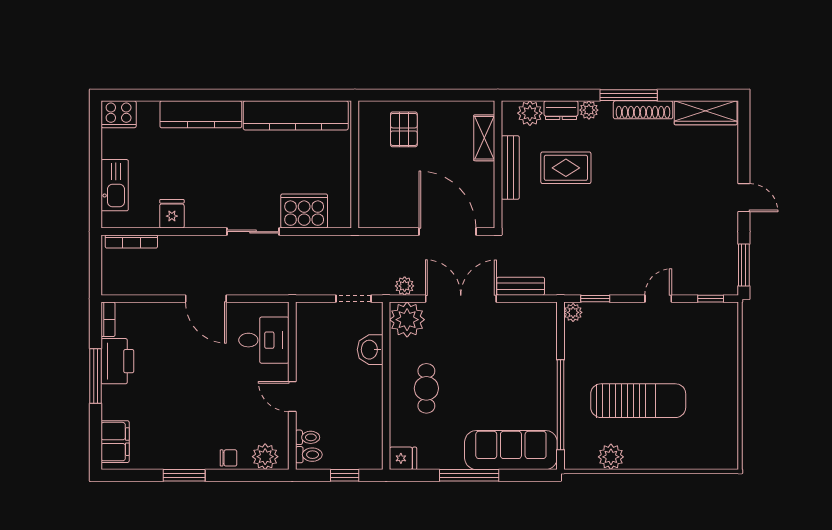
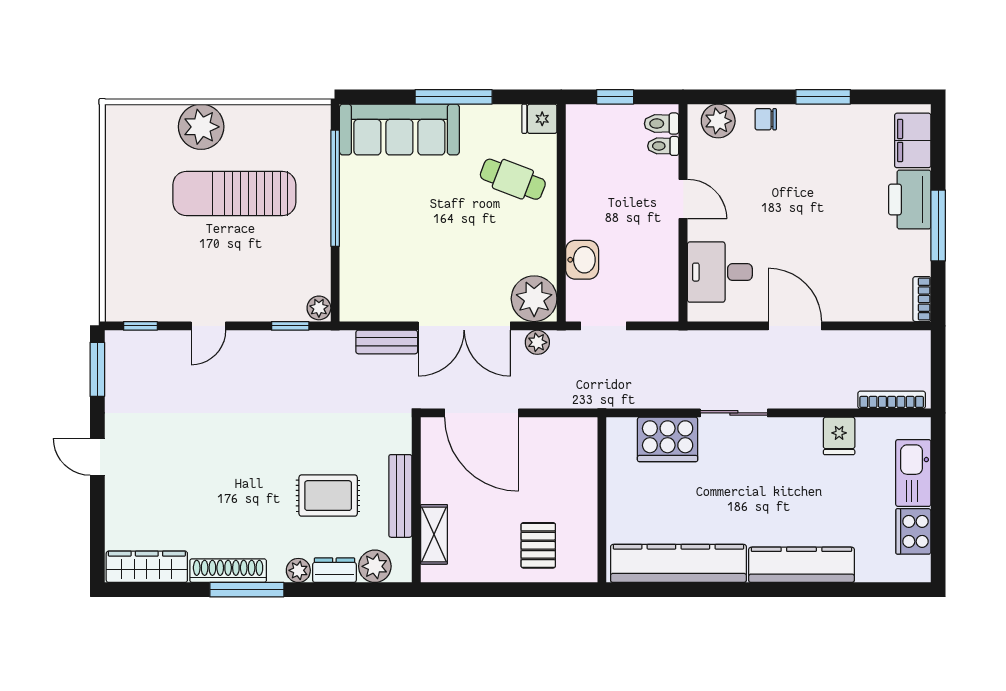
cooker: (119, 114) -> (913, 531), moved, turned -90
printer: (117, 361) -> (910, 199), moved
cafe table: (426, 388) -> (513, 179), moved, turned -69
plant: (611, 457) -> (201, 127), moved, width x1.36, depth x1.36

